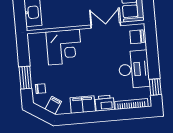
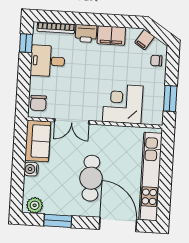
chair: (137, 37) -> (38, 103), turned 90
desk: (134, 69) -> (48, 61), width x0.73
window: (25, 78) -> (170, 98), moved

